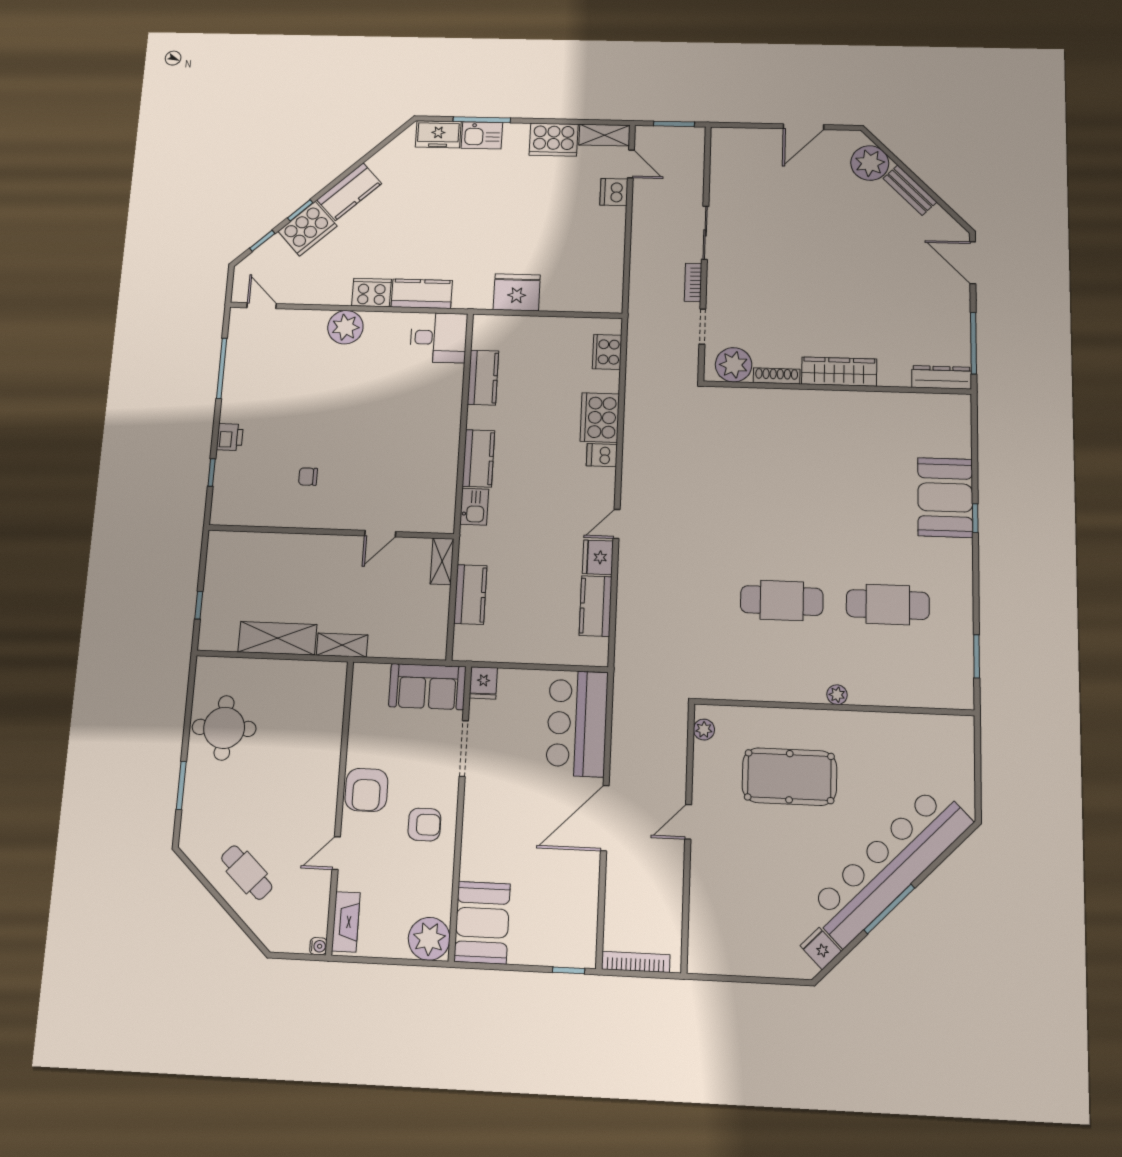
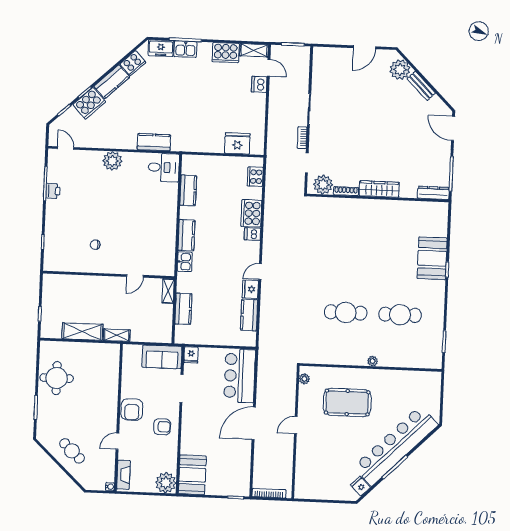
fridge: (517, 292) -> (237, 143), moved
cooker: (372, 293) -> (133, 63), moved, turned 137
printer: (230, 437) -> (53, 191), moved

